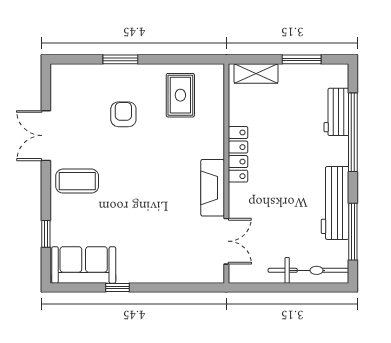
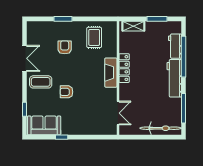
double door: (46, 136) -> (24, 58), swing flipped
fireplace: (213, 188) -> (111, 73), moved
armchair: (127, 200) -> (66, 92), added
workbench: (335, 203) -> (174, 78), moved

